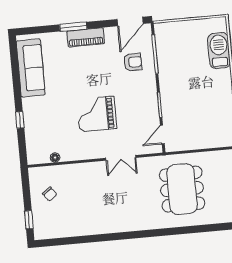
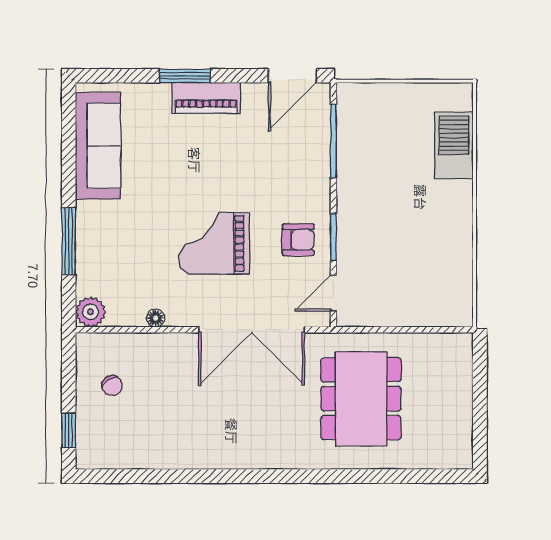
armchair: (133, 62) -> (298, 240), moved
window: (20, 120) -> (69, 241), width x2.17
plant: (35, 156) -> (91, 312), added
floor lamp: (55, 158) -> (156, 318), moved
double door: (121, 158) -> (252, 330), width x1.87

